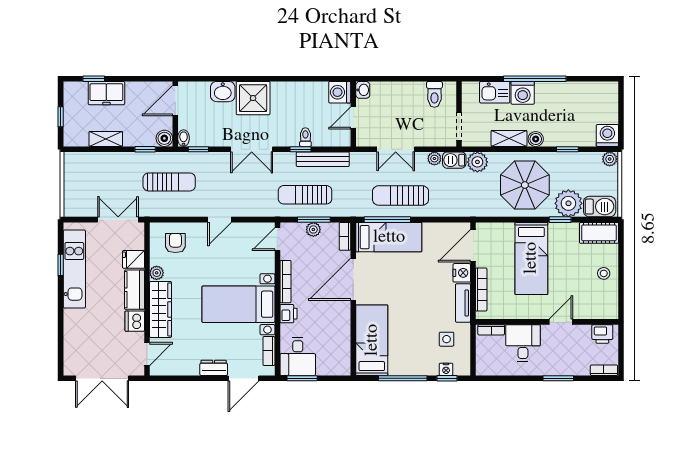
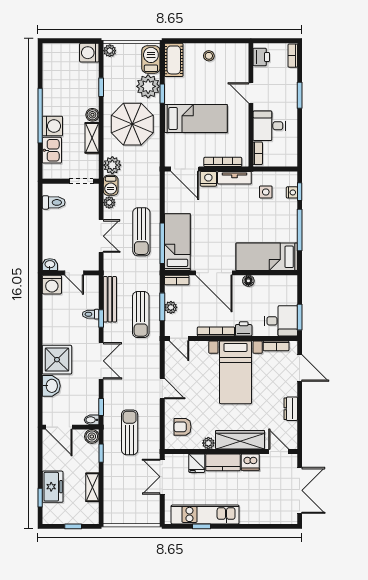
floor lamp: (344, 319) -> (248, 281), added
dresser: (214, 368) -> (291, 409), moved

